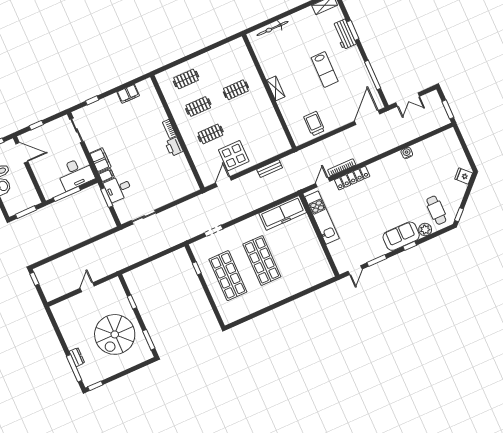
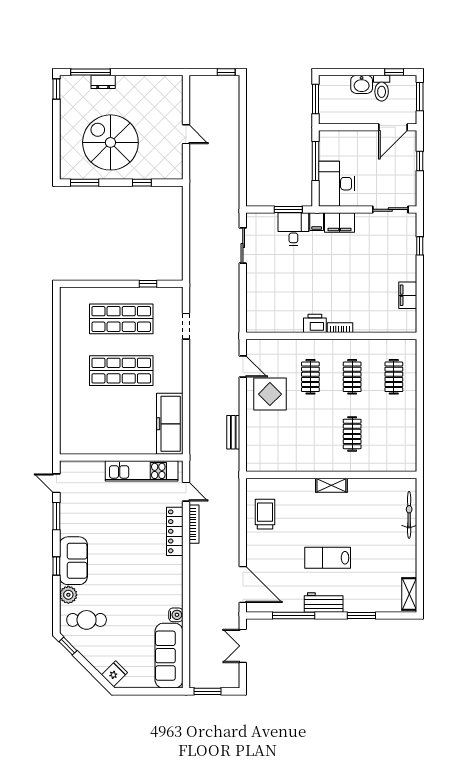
workbench: (344, 34) -> (324, 602), moved
trolley: (314, 124) -> (265, 514), turned -90
sofa: (436, 145) -> (169, 656), added

